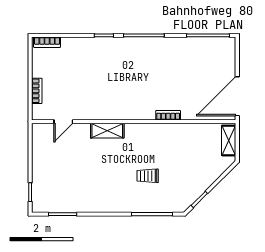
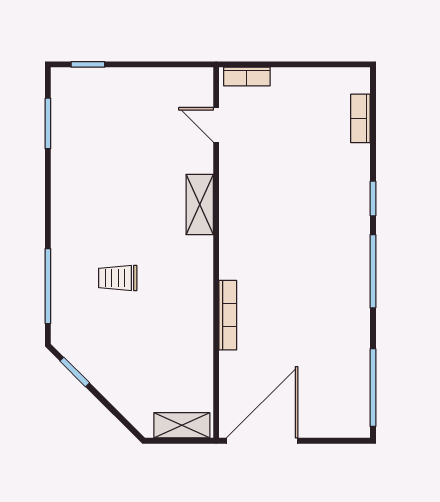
bookcase: (47, 42) -> (360, 118), moved
bookcase: (37, 91) -> (247, 77), moved
door: (237, 96) -> (262, 441), hinge flipped
bookcase: (168, 115) -> (228, 315), width x1.56
trolley: (148, 176) -> (118, 278), turned -90

